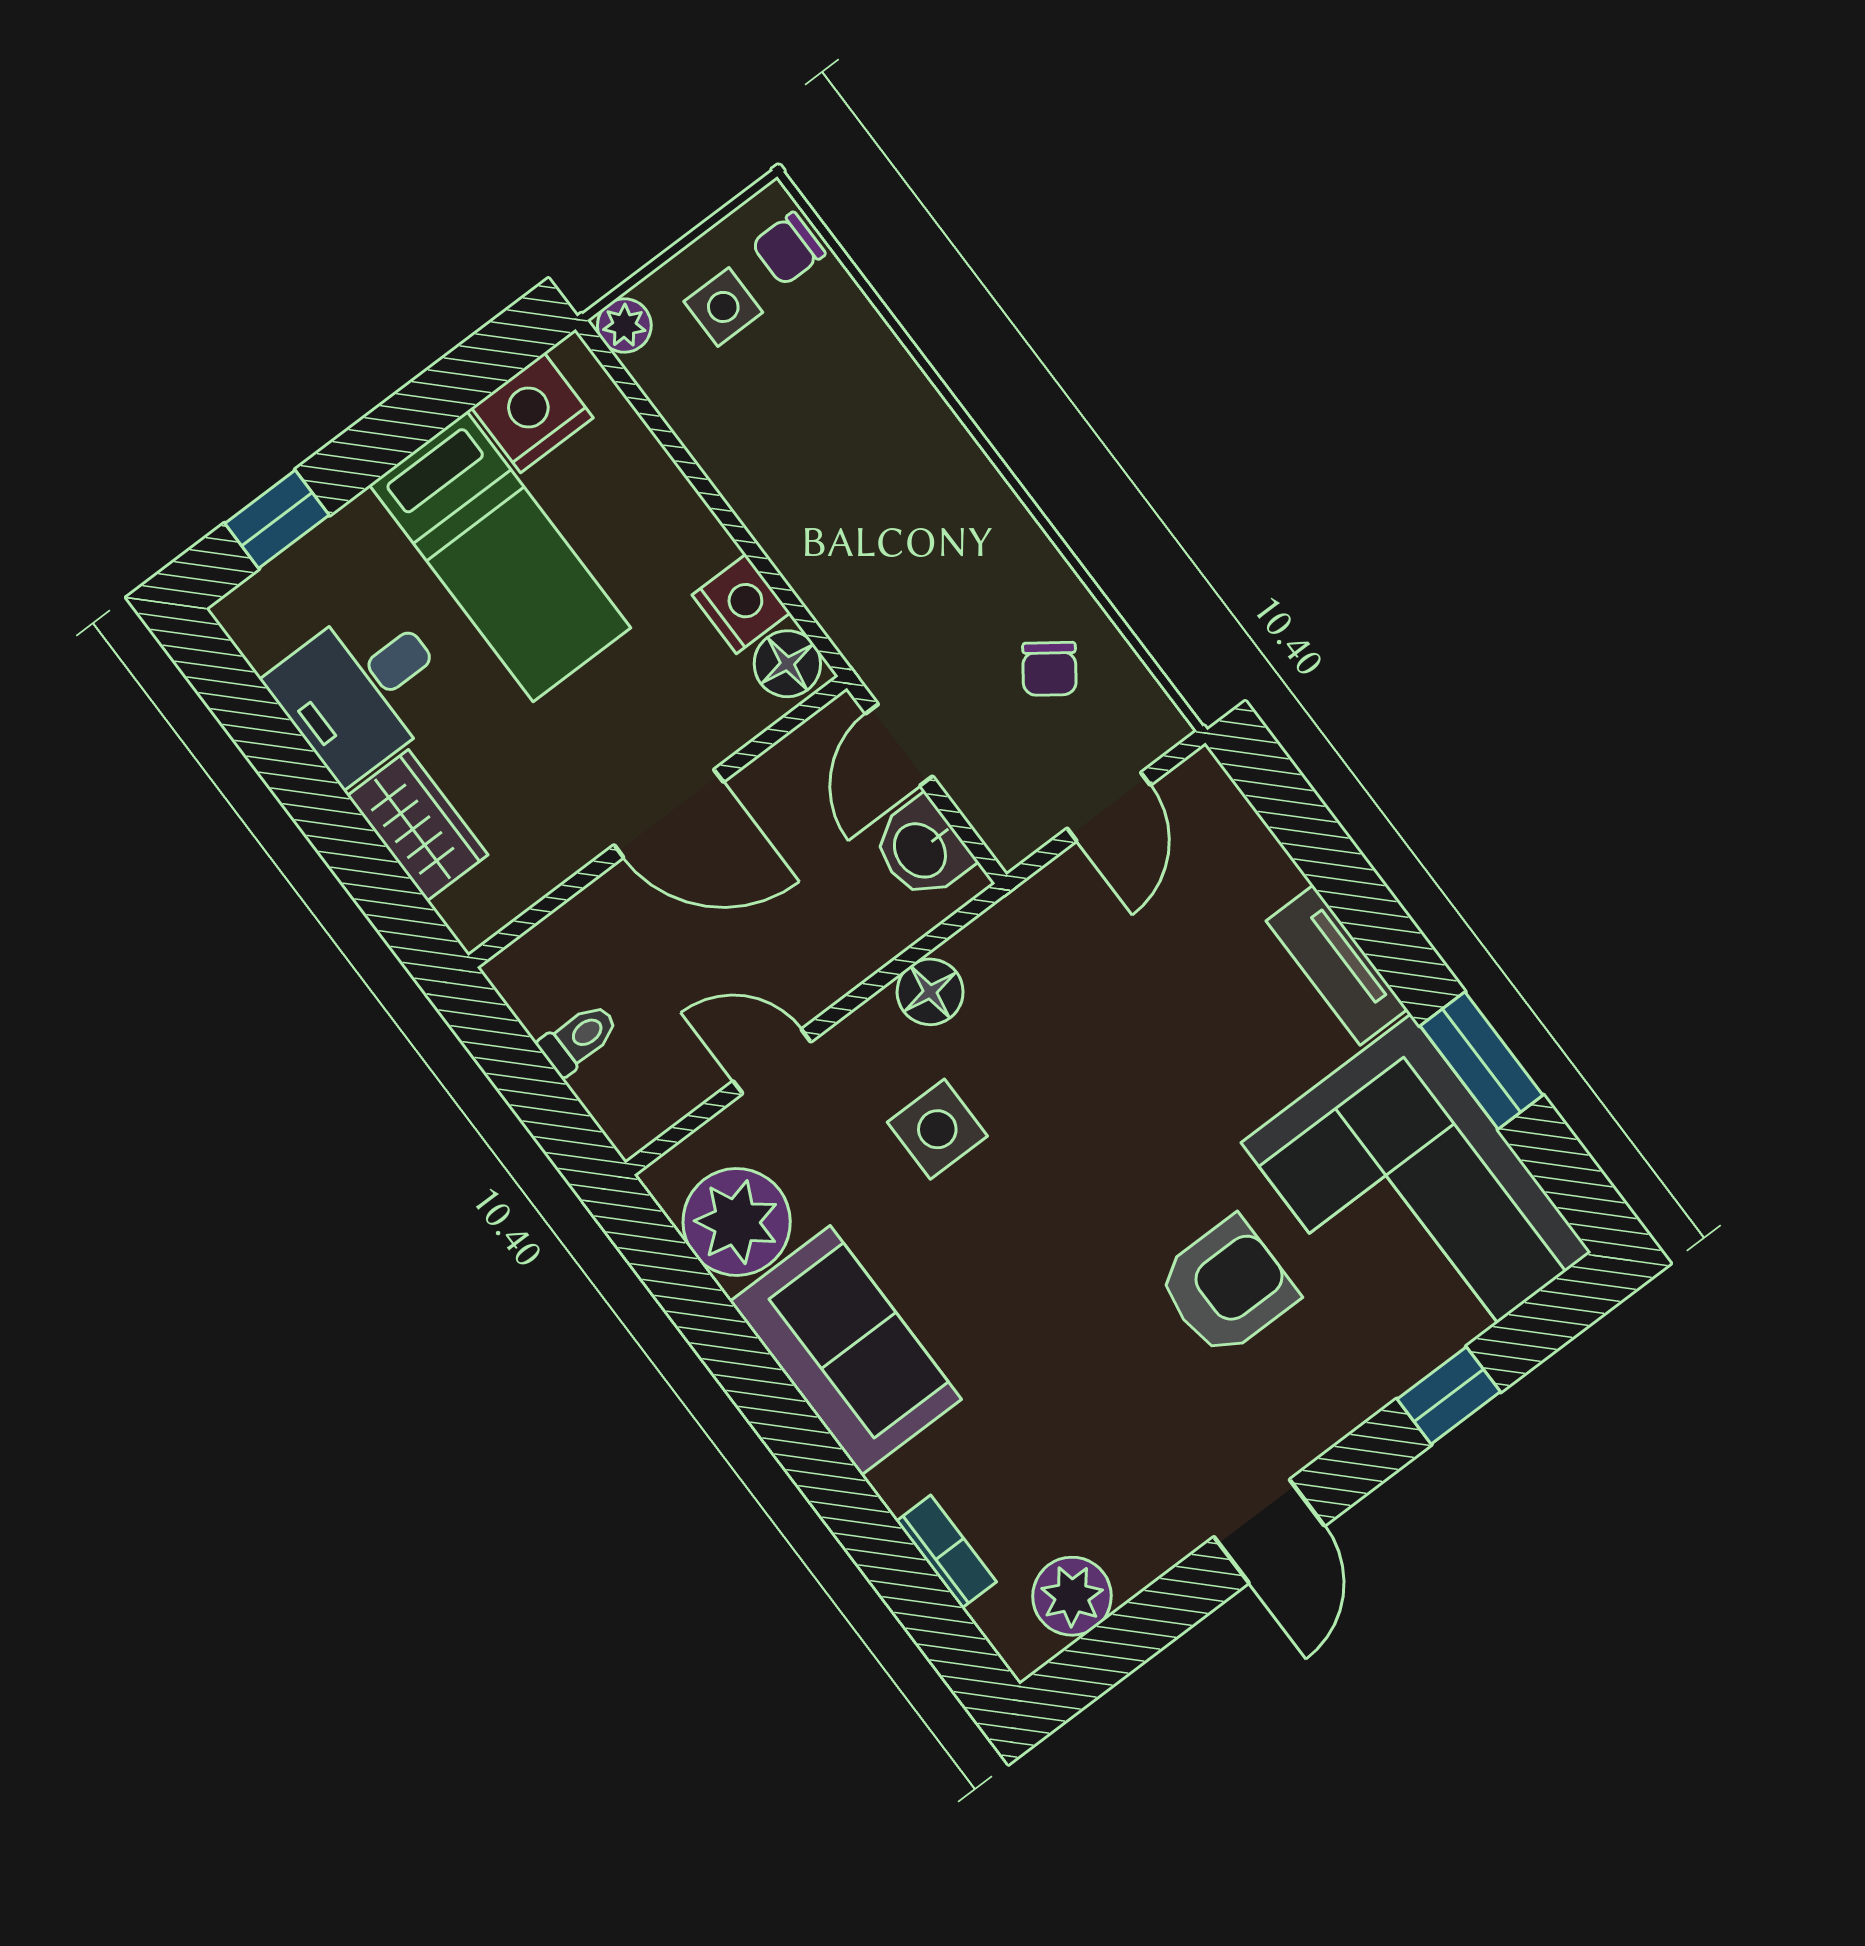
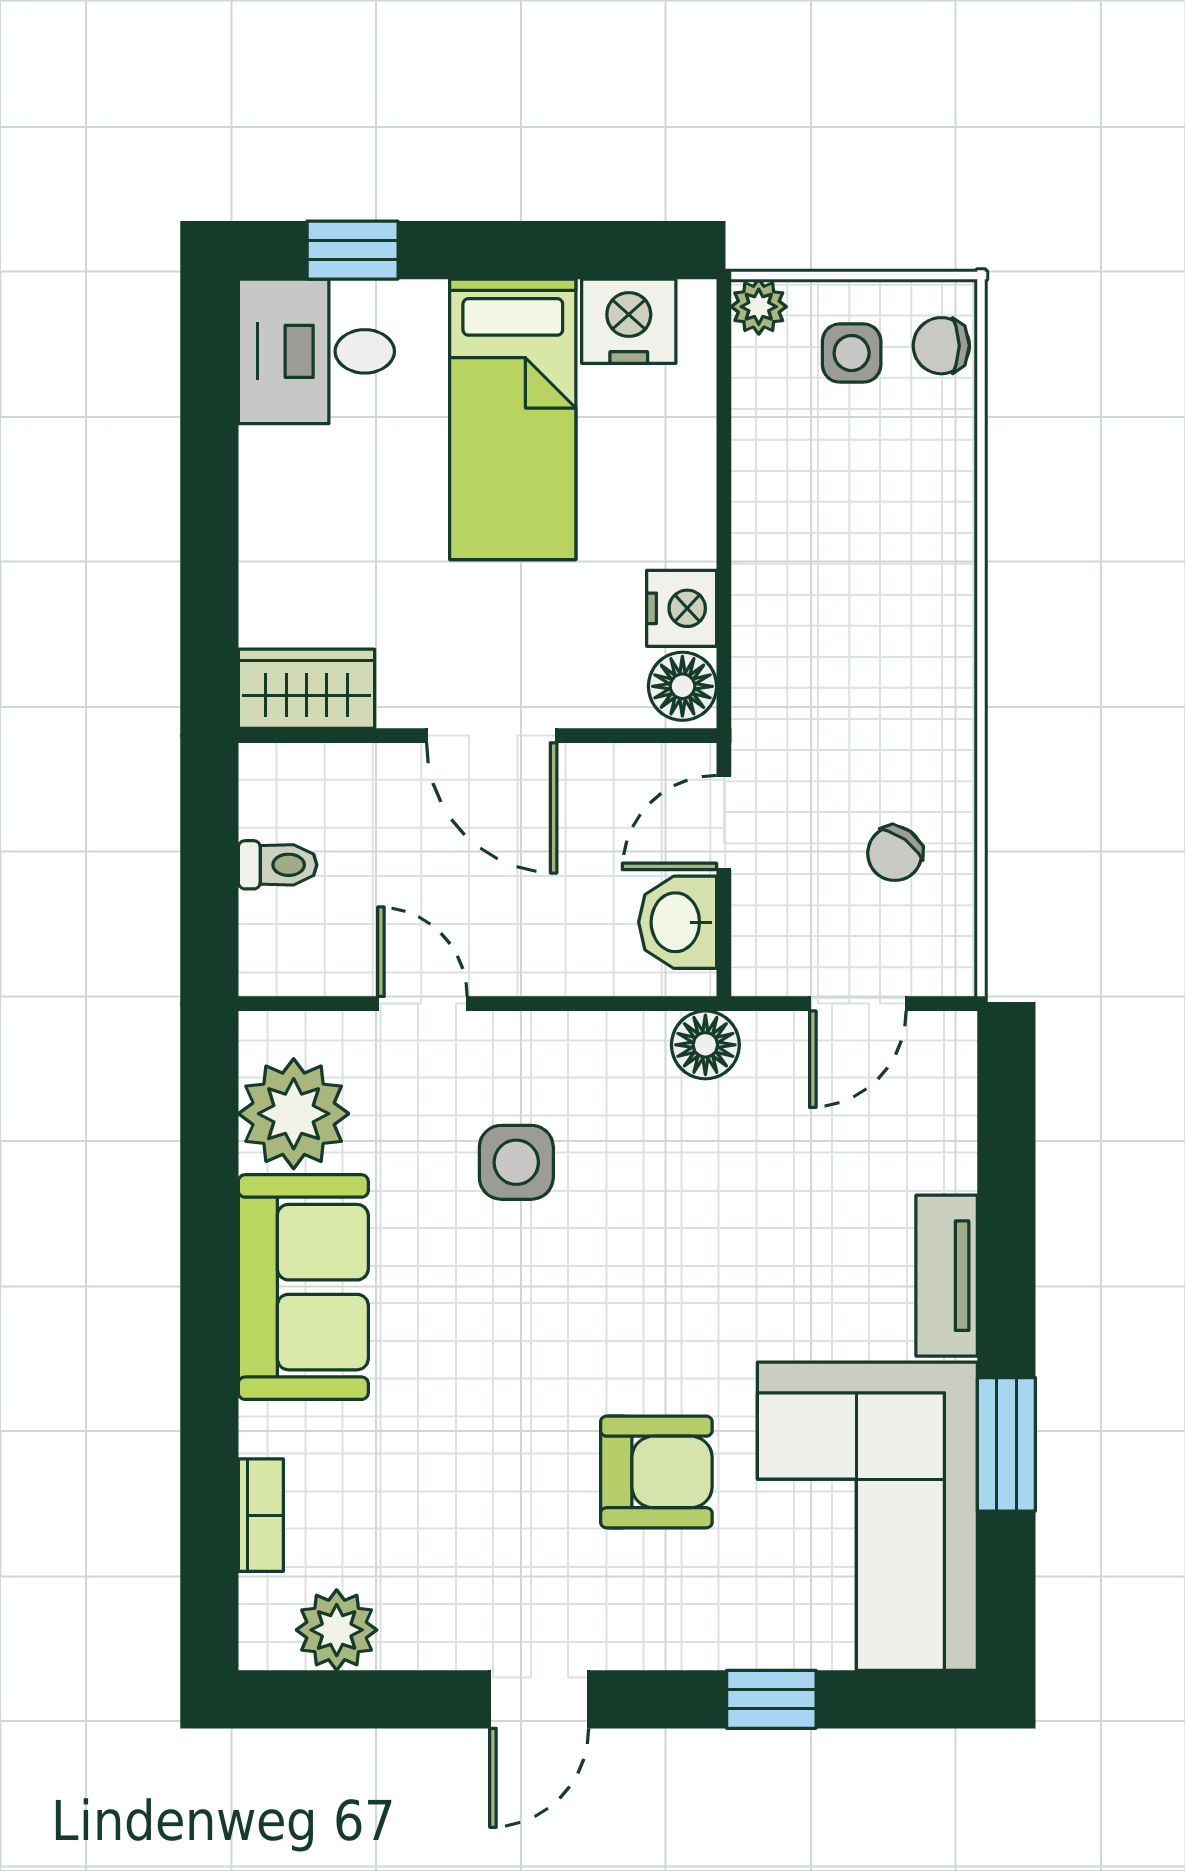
desk: (362, 690) -> (316, 351), moved
wardrobe: (418, 825) -> (307, 689), moved, turned -90
floor lamp: (930, 992) -> (705, 1045), moved

